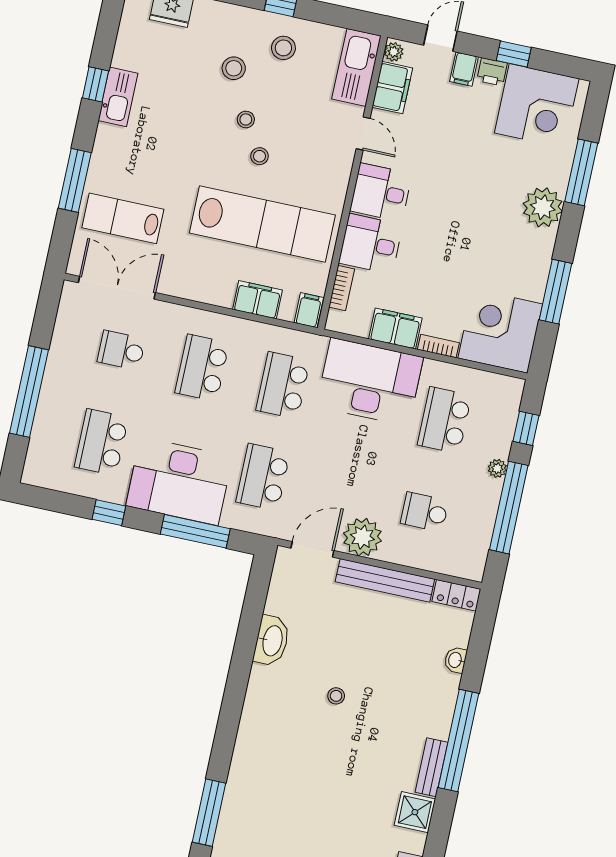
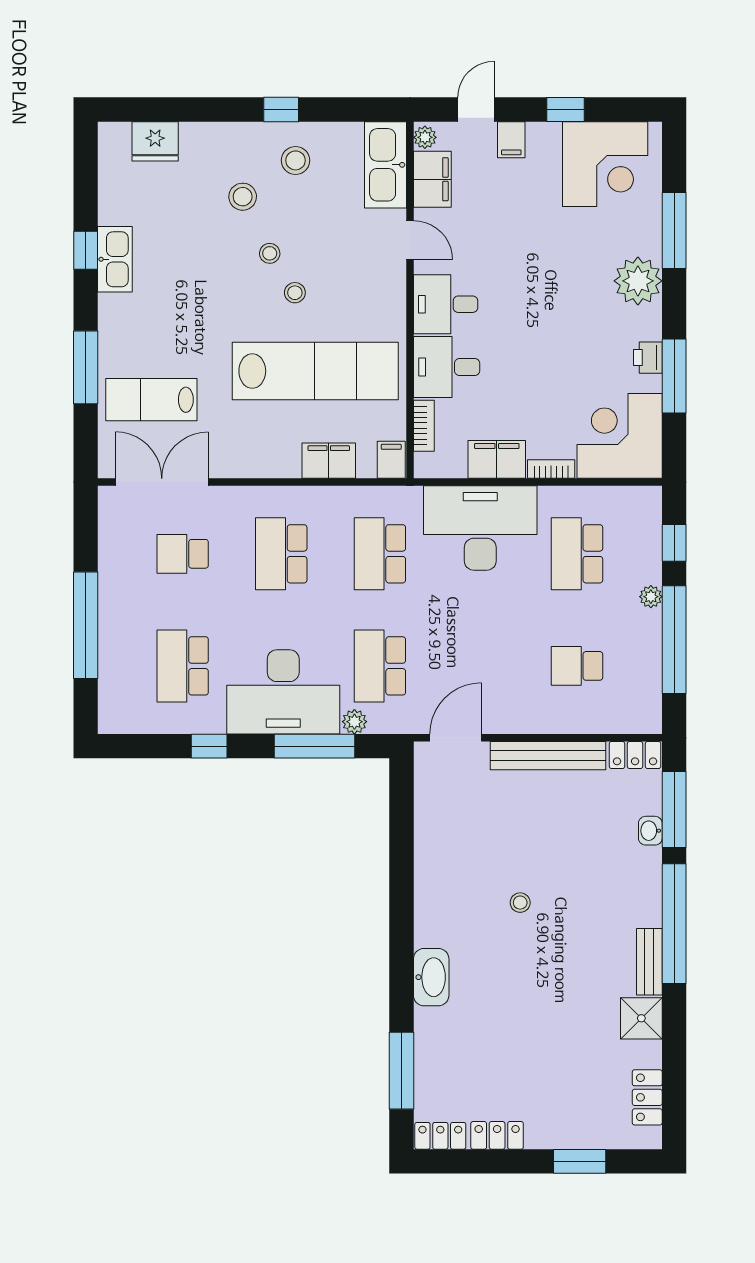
printer: (492, 72) -> (648, 358), moved, turned 90
plant: (362, 537) -> (354, 722), moved, width x0.53, depth x0.53
washbasin: (272, 641) -> (431, 977), moved
window: (479, 647) -> (674, 810), added

